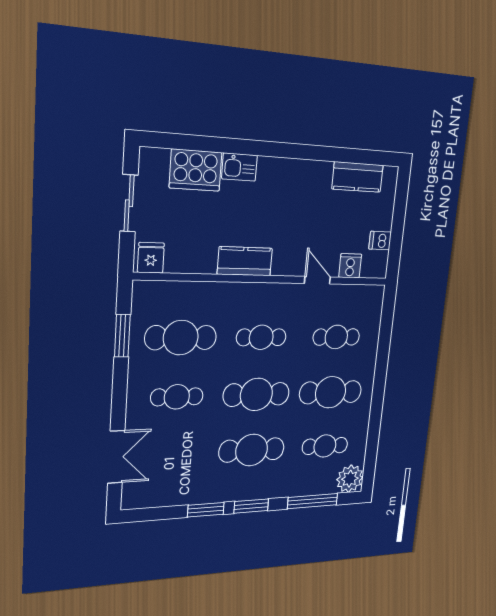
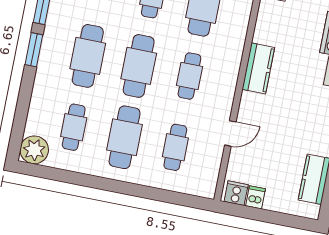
cooker: (350, 266) -> (236, 193), moved, turned -90
window: (313, 501) -> (22, 110), removed

